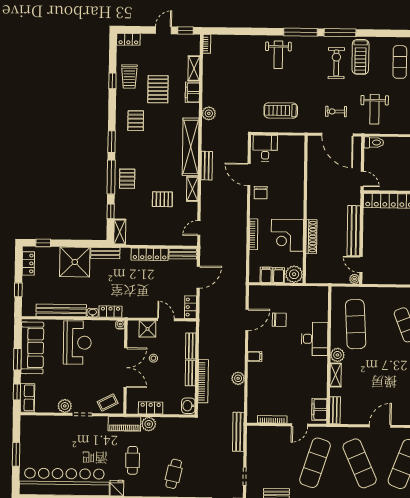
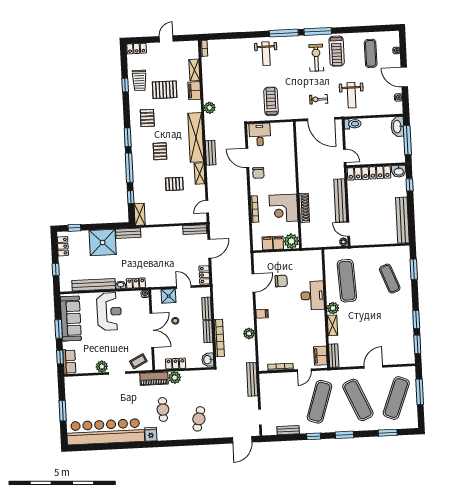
window: (186, 31) -> (185, 38), removed
pallet: (158, 89) -> (165, 90), turned 90
treadmill: (281, 110) -> (271, 101), turned 90
pallet: (127, 179) -> (160, 151), moved
locker: (150, 254) -> (166, 232), removed

